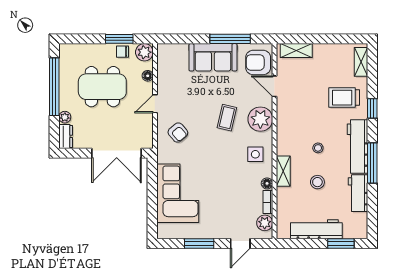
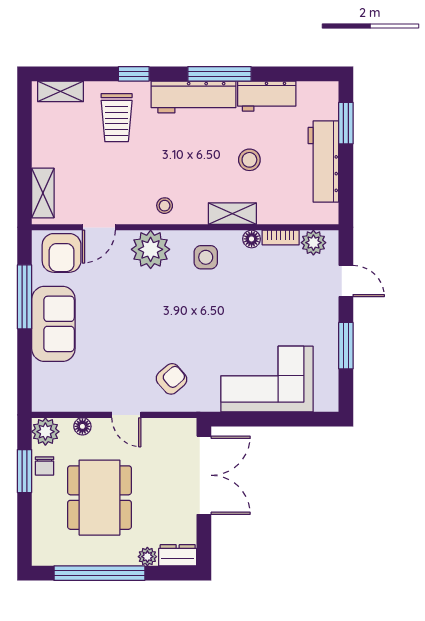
coffee table: (227, 118) -> (148, 302), removed
stool: (318, 148) -> (165, 206), moved

